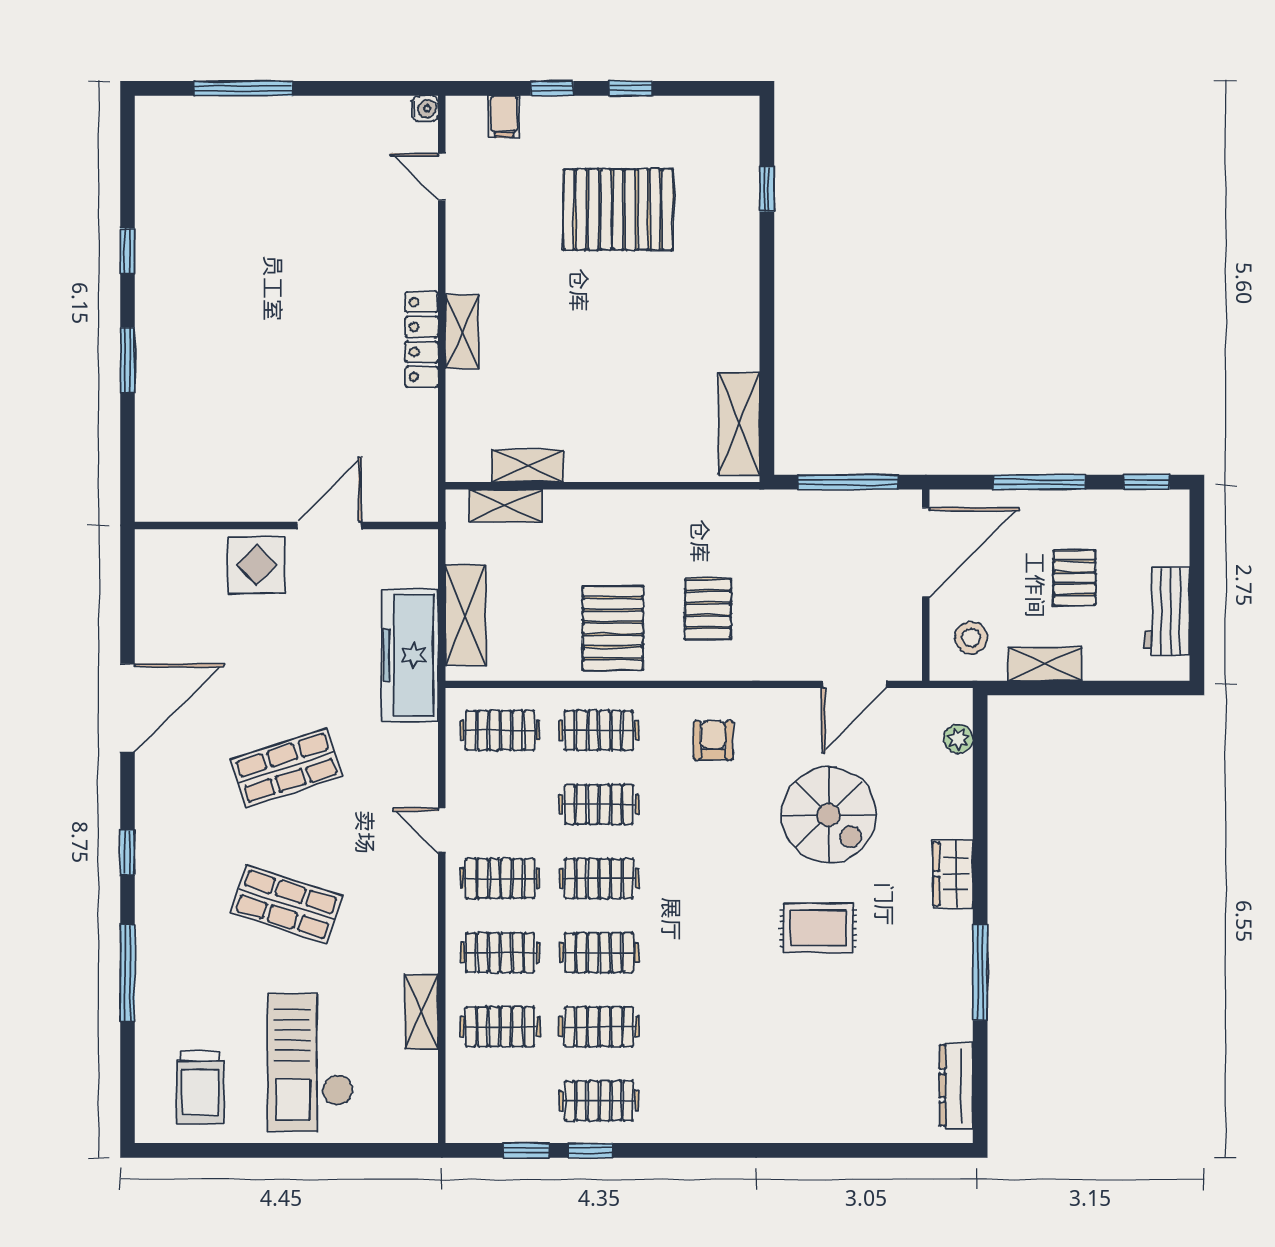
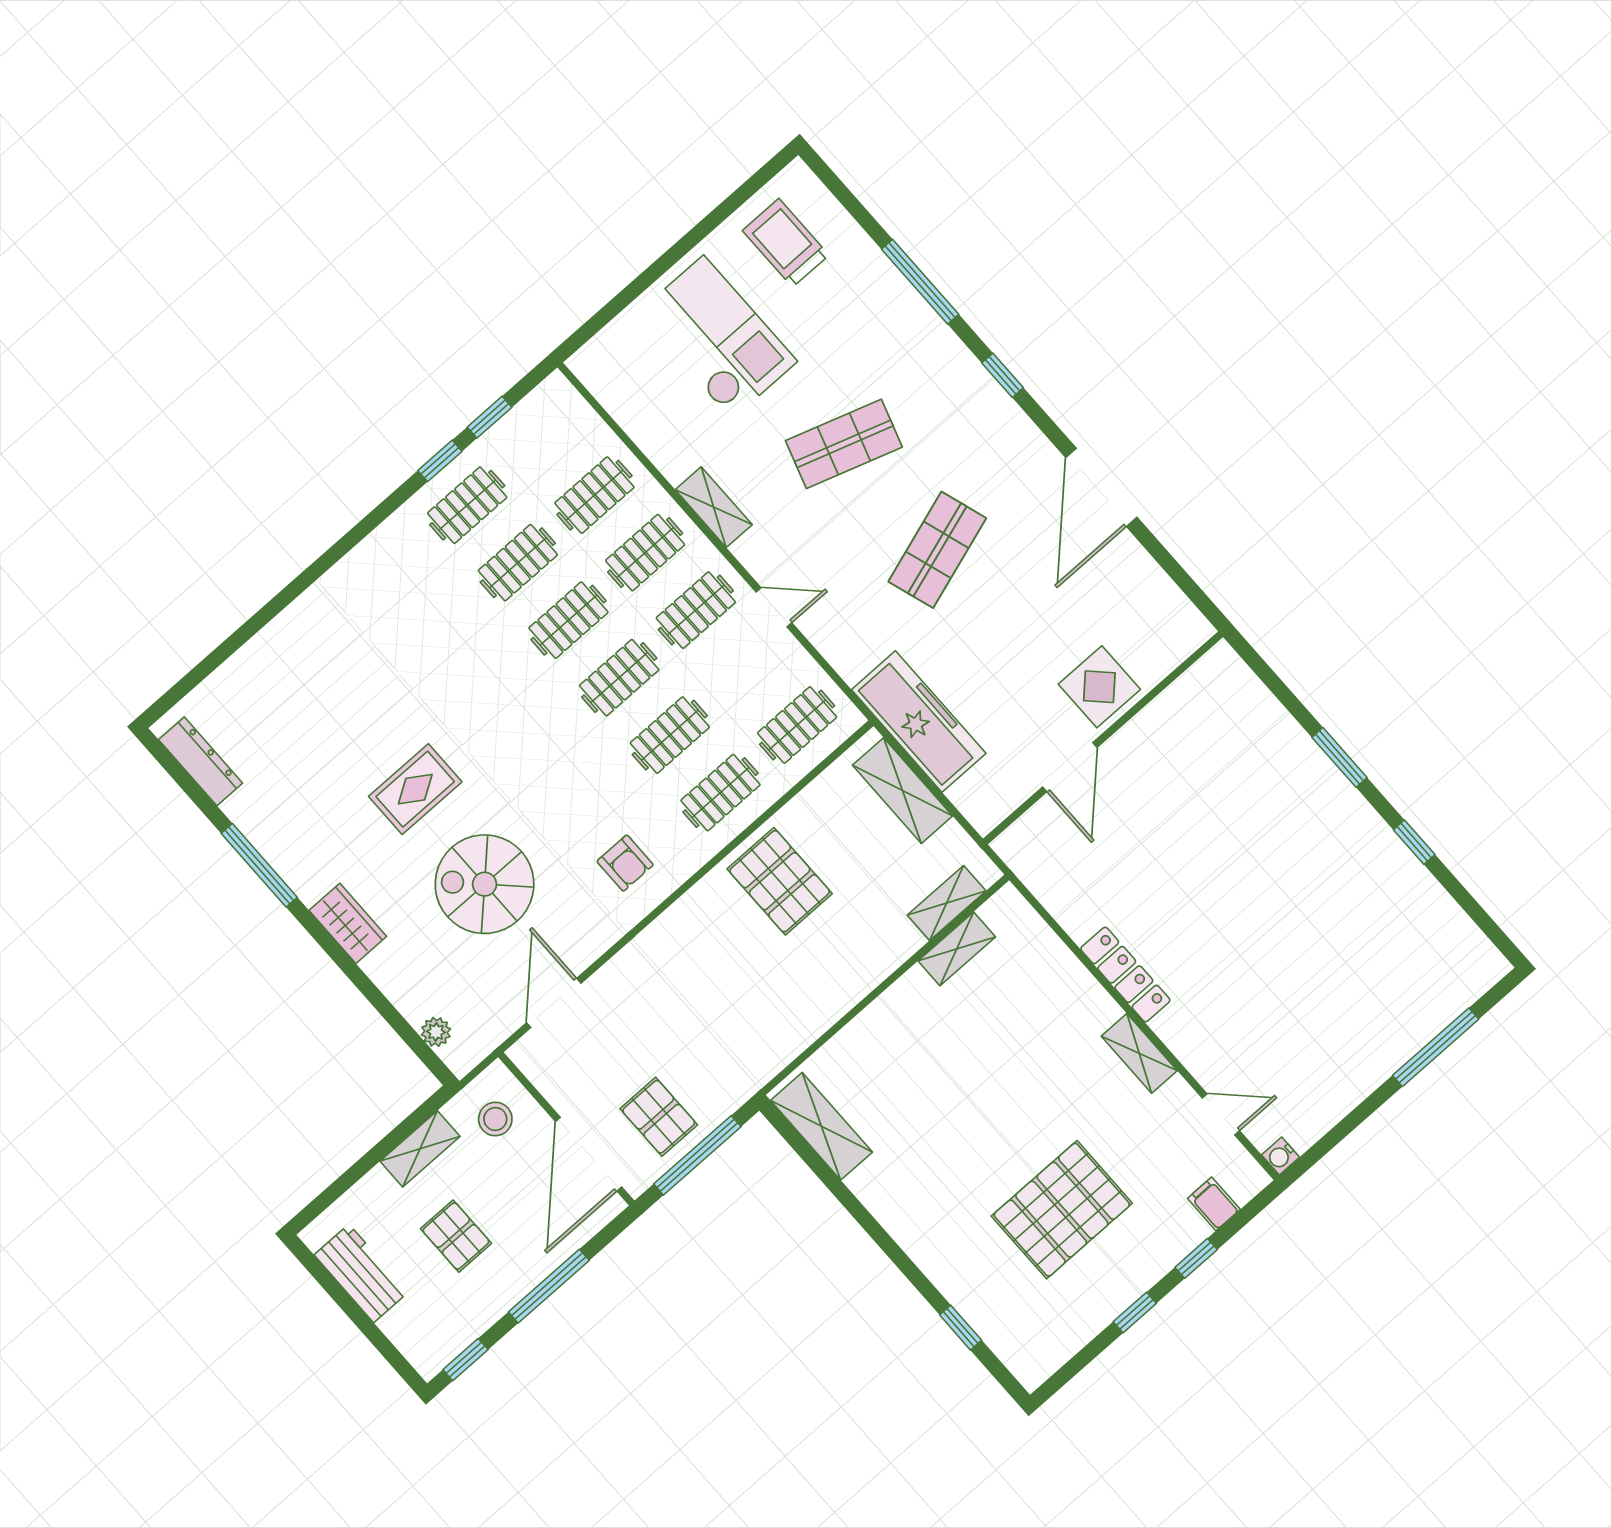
shelving: (462, 332) -> (1139, 1053), moved
pallet: (708, 609) -> (659, 1117), moved
shelving: (421, 1012) -> (714, 507), moved

